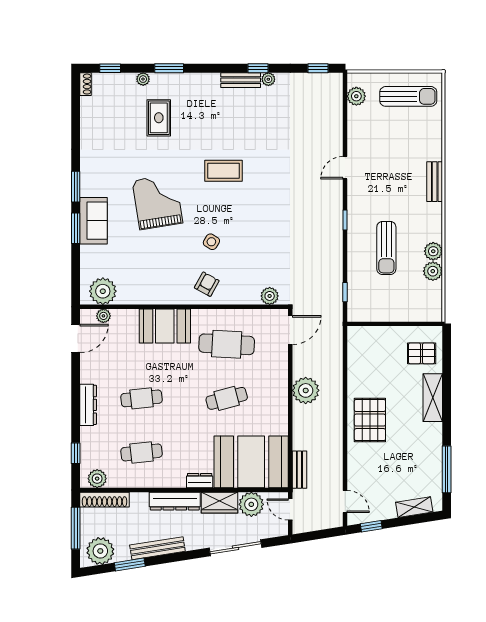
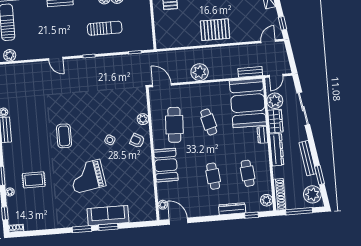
sofa: (94, 221) -> (108, 216), width x1.36
plant: (103, 291) -> (147, 206), removed
plant: (270, 296) -> (143, 119), moved
dresser: (88, 405) -> (232, 209), moved

